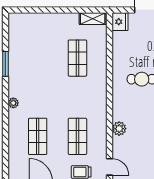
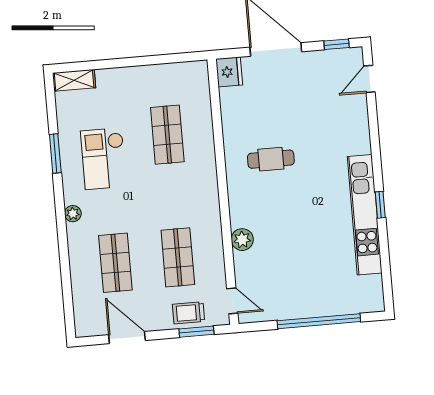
shelving: (93, 19) -> (74, 80), moved
checkout: (36, 70) -> (104, 159), added

